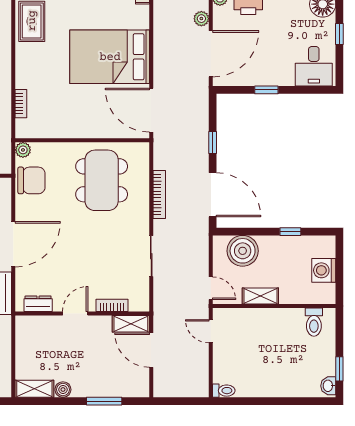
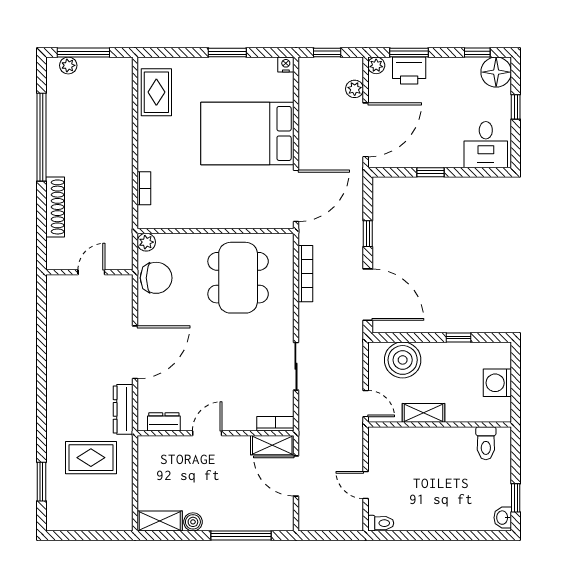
door: (151, 110) -> (296, 196), swing flipped
bookcase: (159, 194) -> (305, 274), moved
bookcase: (112, 305) -> (275, 424), moved
door: (211, 331) -> (366, 485), moved
window: (104, 401) -> (241, 535), width x1.44

